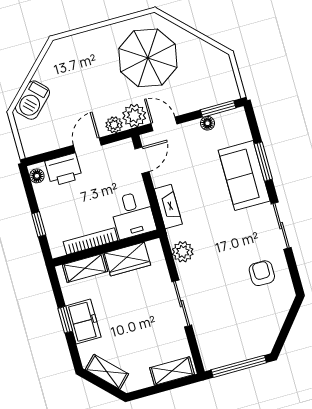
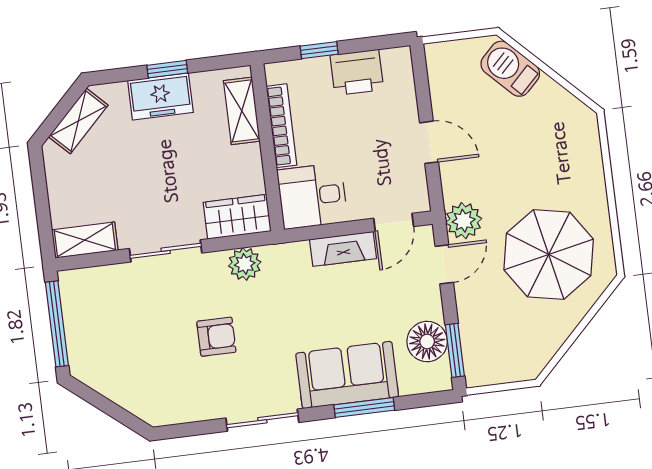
floor lamp: (208, 123) -> (427, 341), width x1.89, depth x1.89
plant: (114, 125) -> (454, 188), removed
door: (142, 160) -> (394, 222), hinge flipped
printer: (64, 170) -> (357, 72), moved, turned -90
floor lamp: (37, 176) -> (393, 58), removed
fireplace: (168, 206) -> (343, 249), moved
wardrobe: (127, 259) -> (237, 217), moved, turned 90
armchair: (262, 273) -> (216, 337), moved
shelving: (172, 371) -> (85, 240), moved, turned 90

